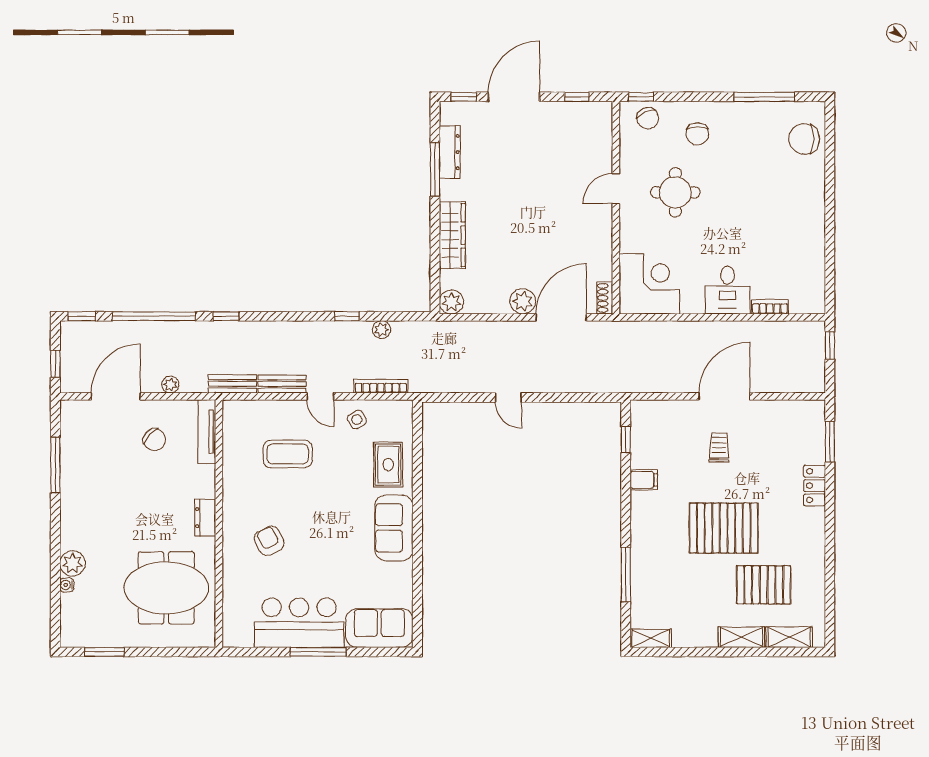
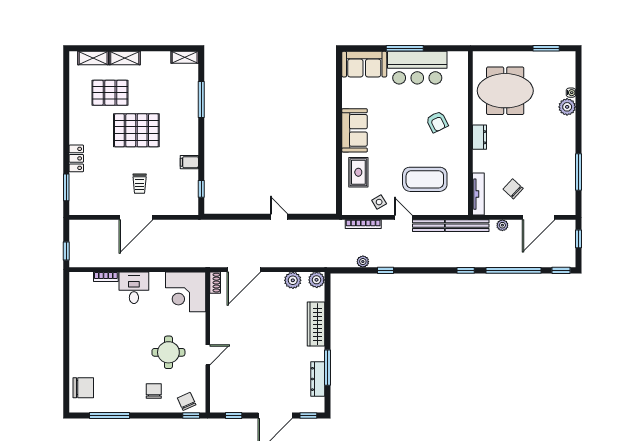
plant: (523, 301) -> (293, 280), moved
bench: (232, 384) -> (467, 226), width x1.36
coffee table: (288, 454) -> (425, 179), width x1.36, depth x1.32

